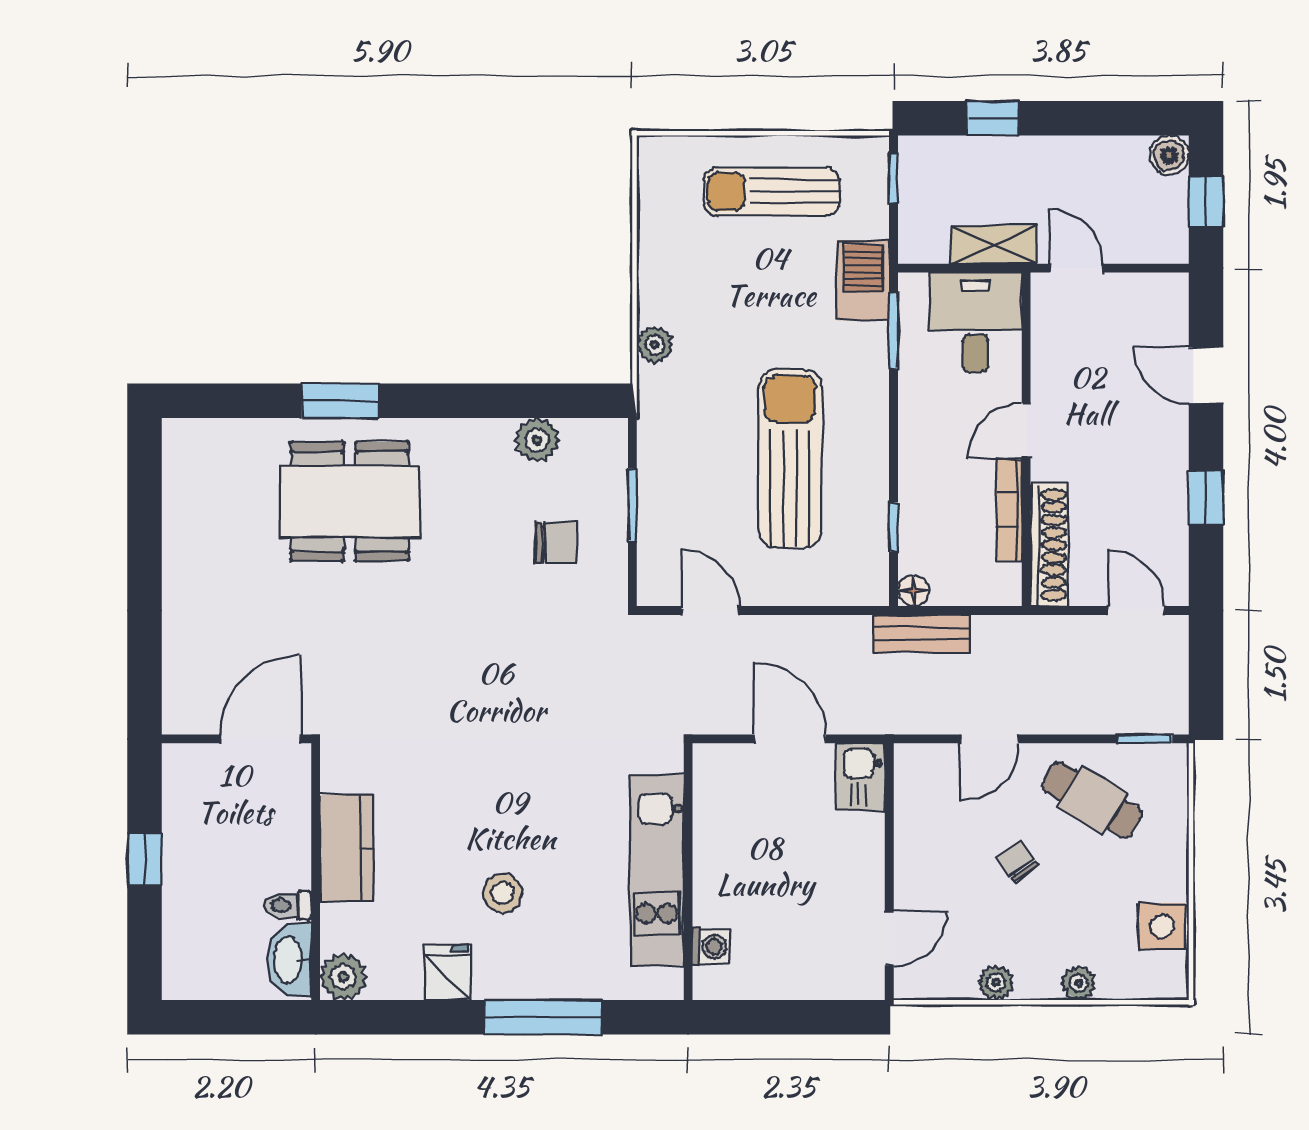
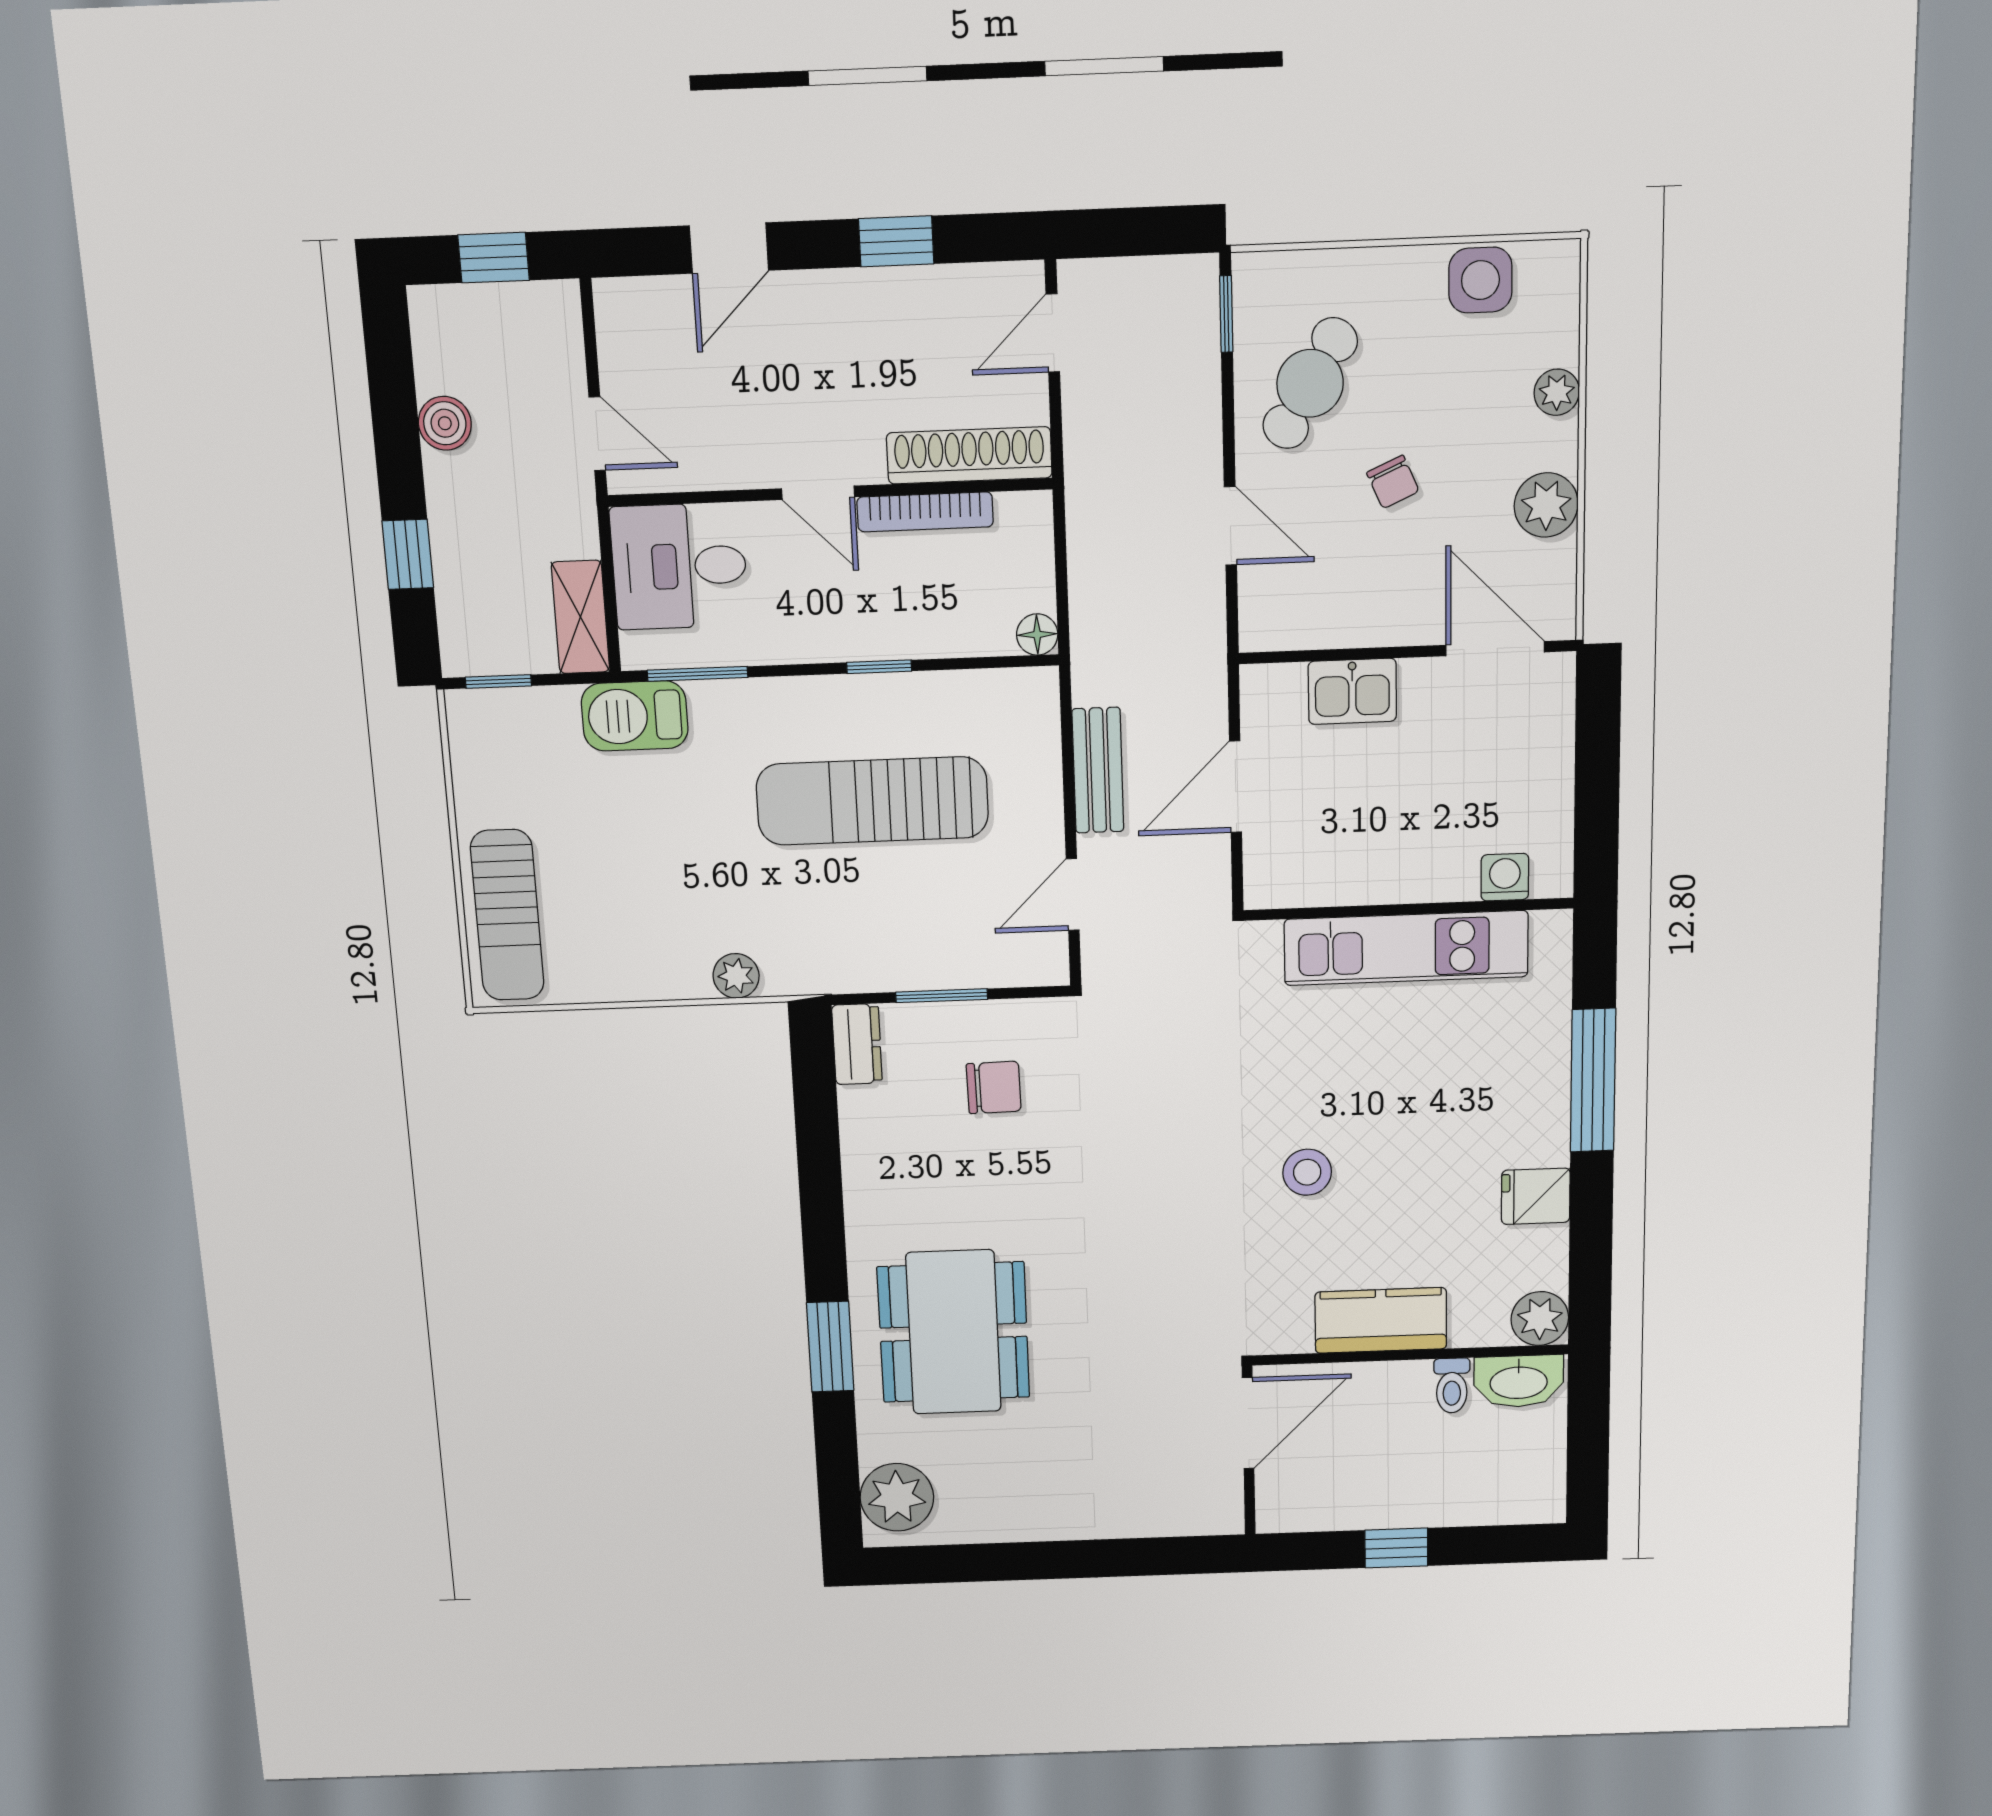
boiler: (1169, 155) -> (445, 423), moved
sun lounger: (772, 191) -> (507, 915), moved
shelving: (994, 245) -> (580, 617), moved
door: (1076, 268) -> (597, 434), swing flipped
dresser: (595, 436) -> (857, 1044), added
plant: (537, 440) -> (897, 1497), moved, width x1.36, depth x1.36
window: (894, 527) -> (879, 667), moved
chair: (556, 543) -> (994, 1087), turned 89
bench: (921, 633) -> (1098, 770), moved
door: (261, 739) -> (1248, 1423), swing flipped
kitchen sink: (861, 777) -> (1352, 691), moved
chair: (1017, 861) -> (1393, 482), turned -77
stool: (503, 893) -> (1307, 1172), moved
door: (889, 938) -> (1495, 649), width x1.38
plant: (996, 983) -> (1546, 505), width x1.38, depth x1.38

